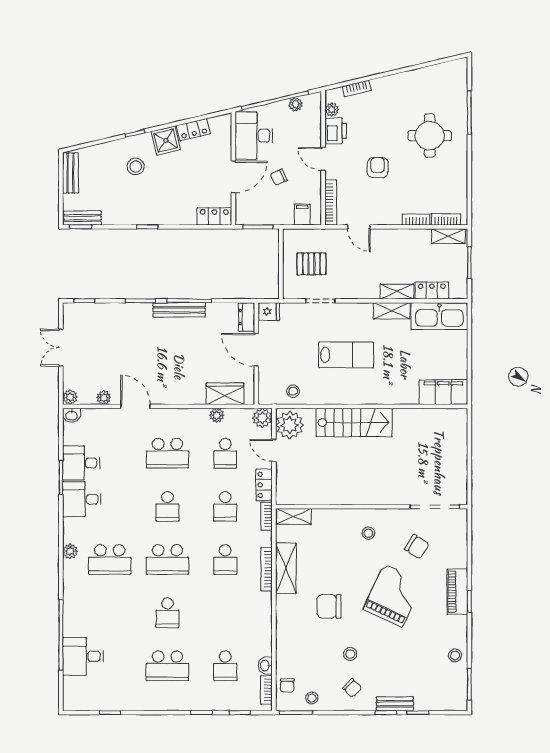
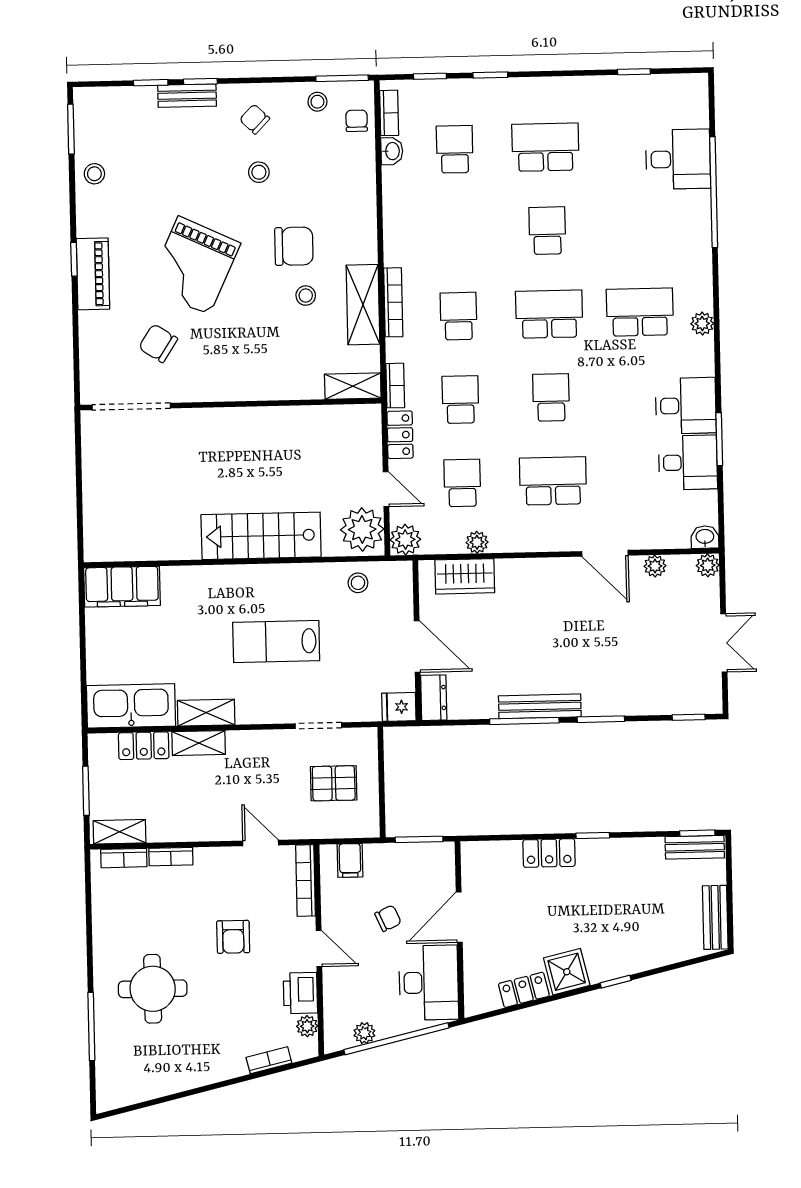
stool: (136, 166) -> (613, 930), removed
locker: (214, 216) -> (549, 853), moved
stool: (368, 533) -> (306, 296), moved

